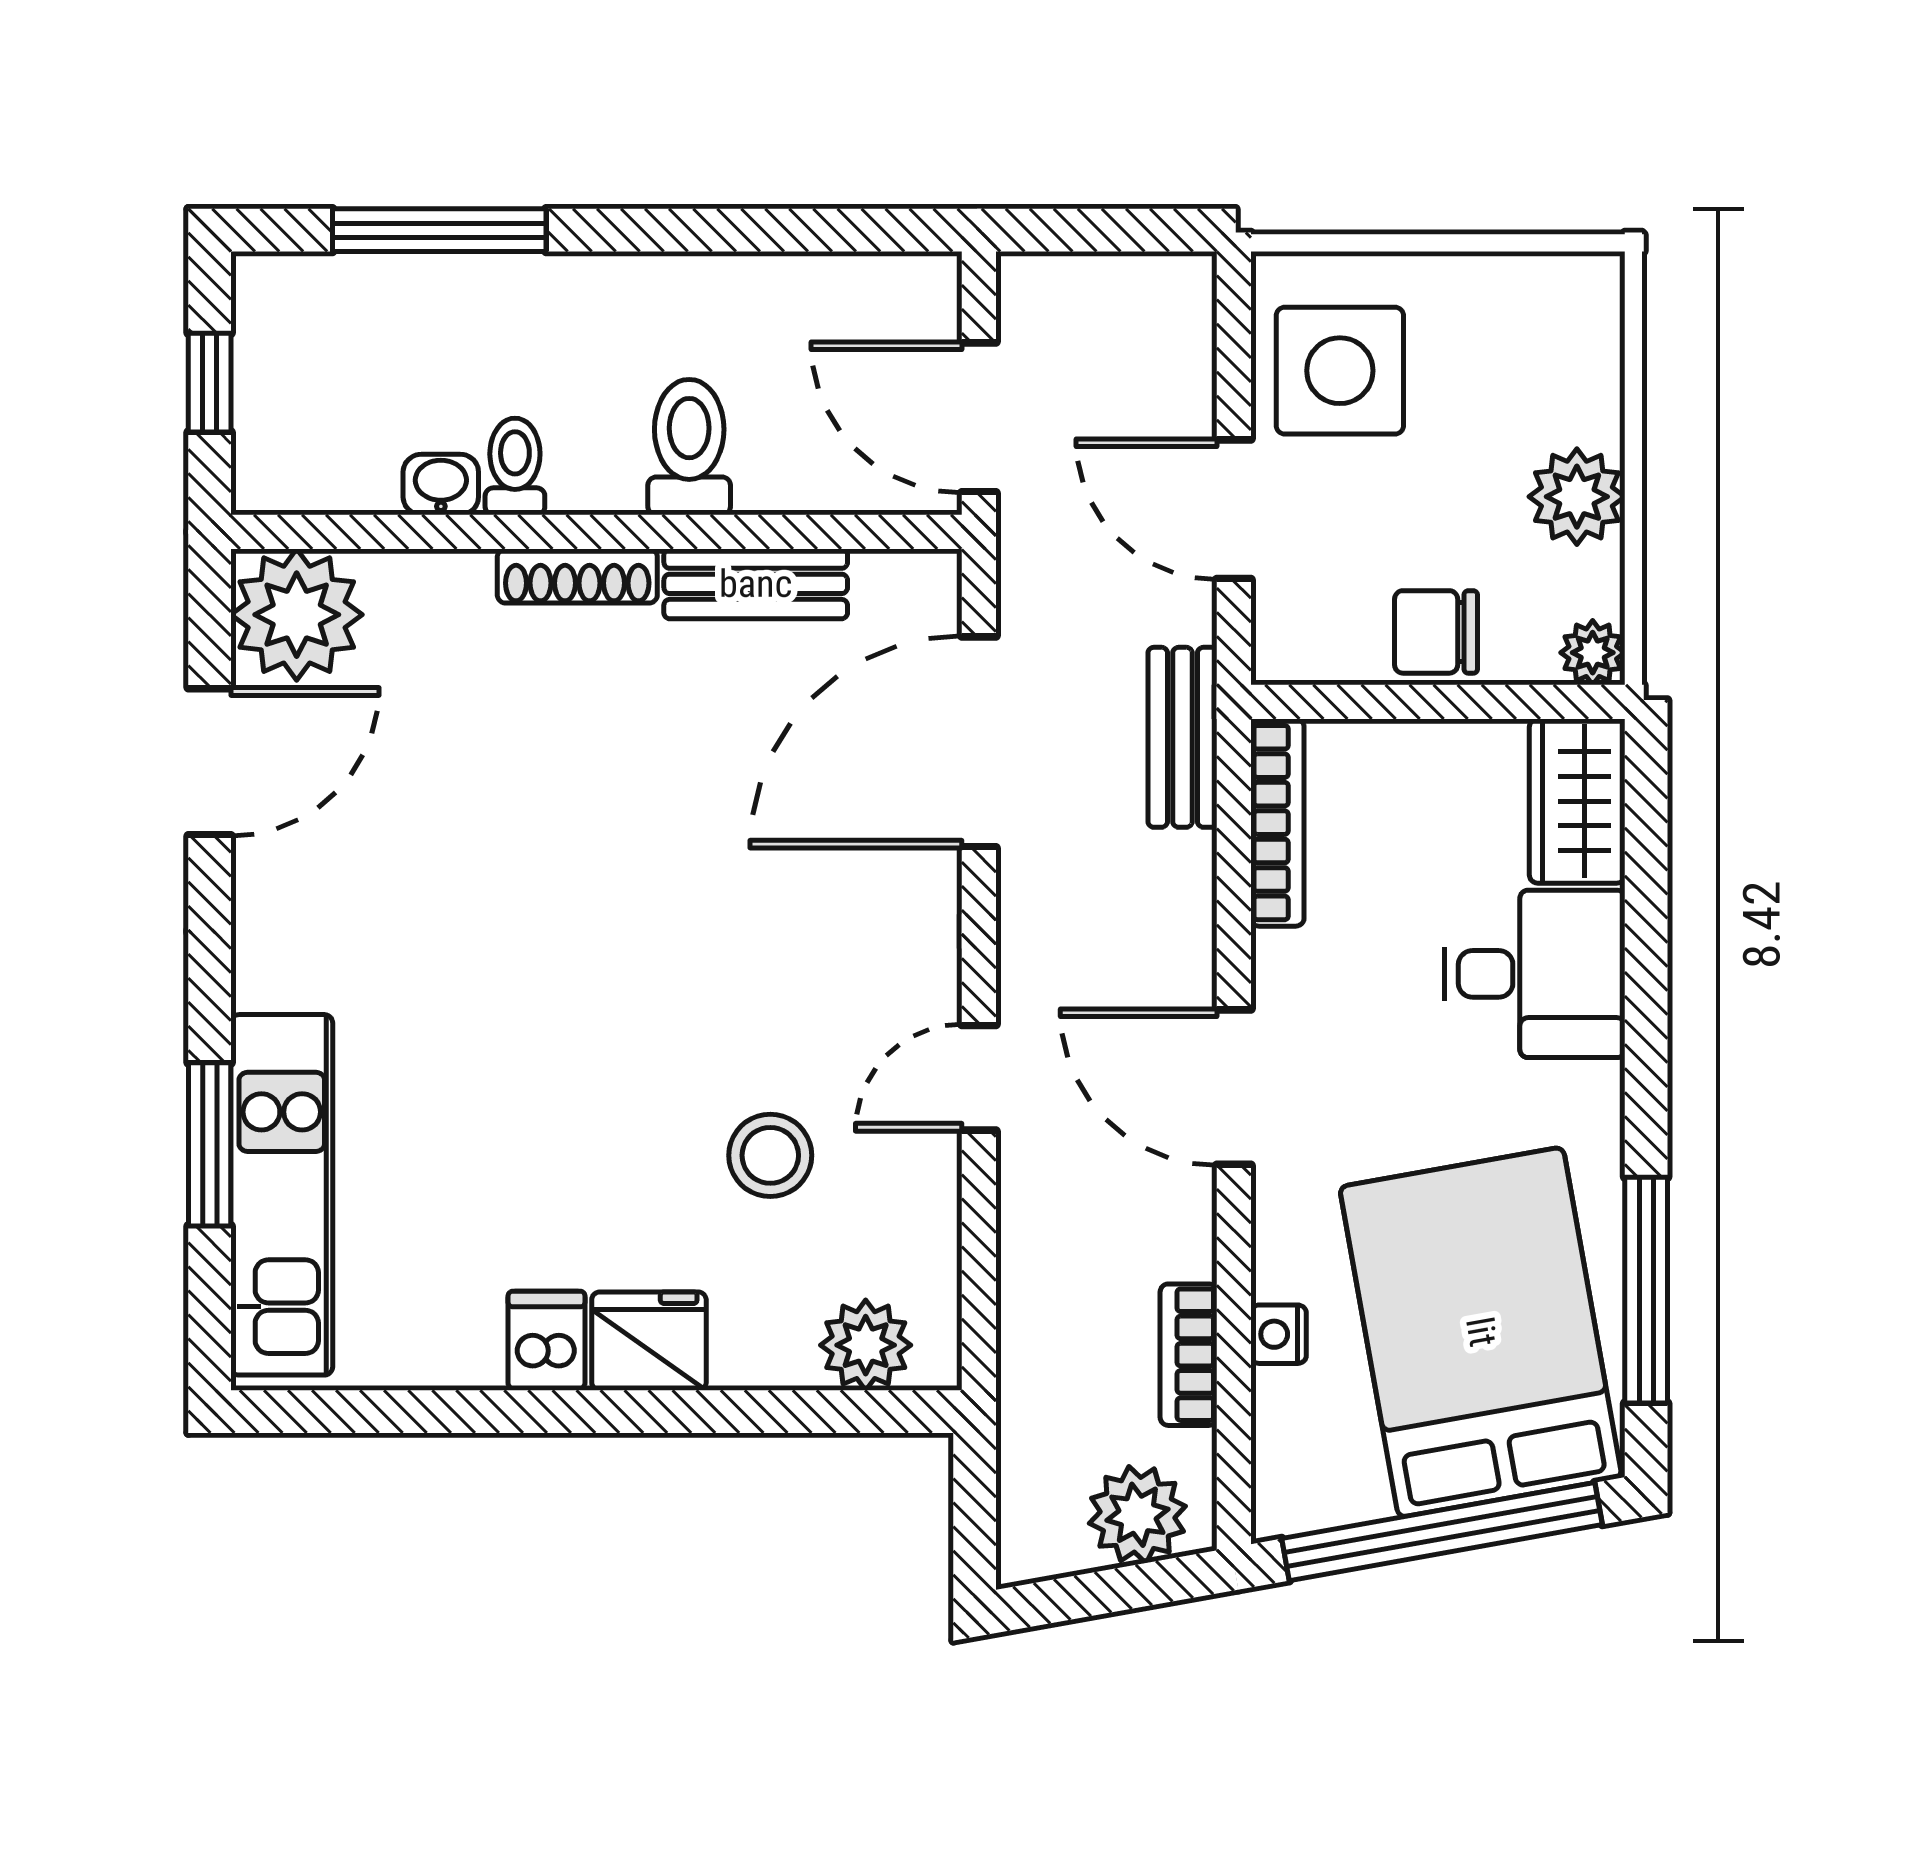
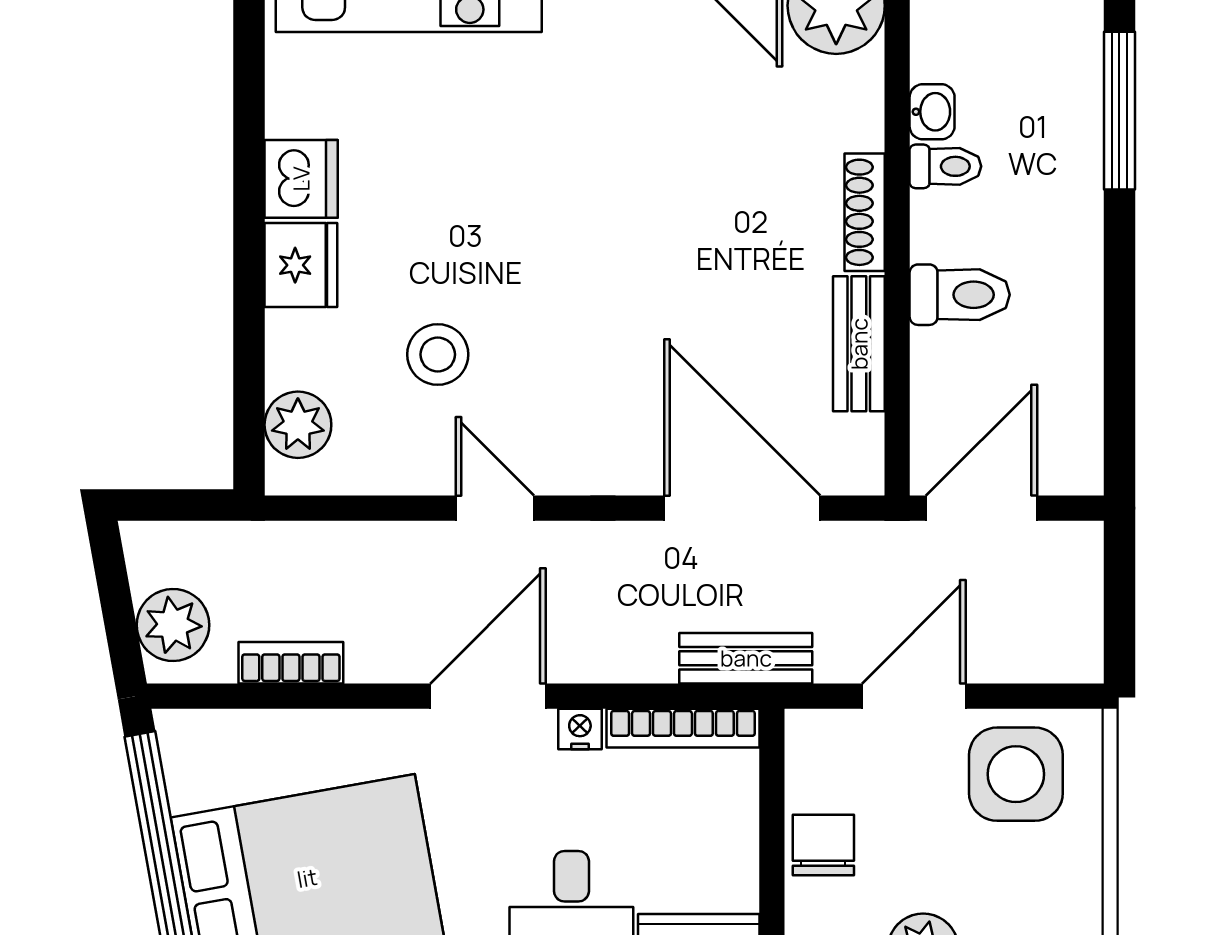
nightstand: (1279, 1334) -> (580, 729), moved
dishwasher: (547, 1341) -> (301, 179), width x1.38

